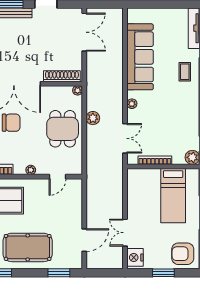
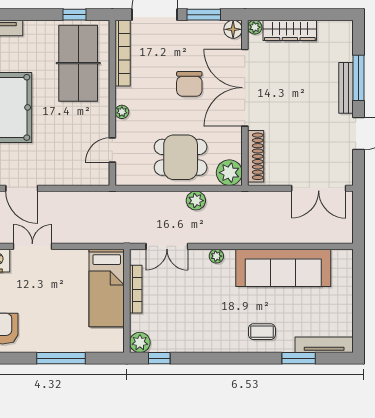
plant: (78, 90) -> (229, 173), width x1.87, depth x1.87
door: (57, 177) -> (112, 150), hinge flipped
bed: (173, 196) -> (107, 288), moved, turned -90

